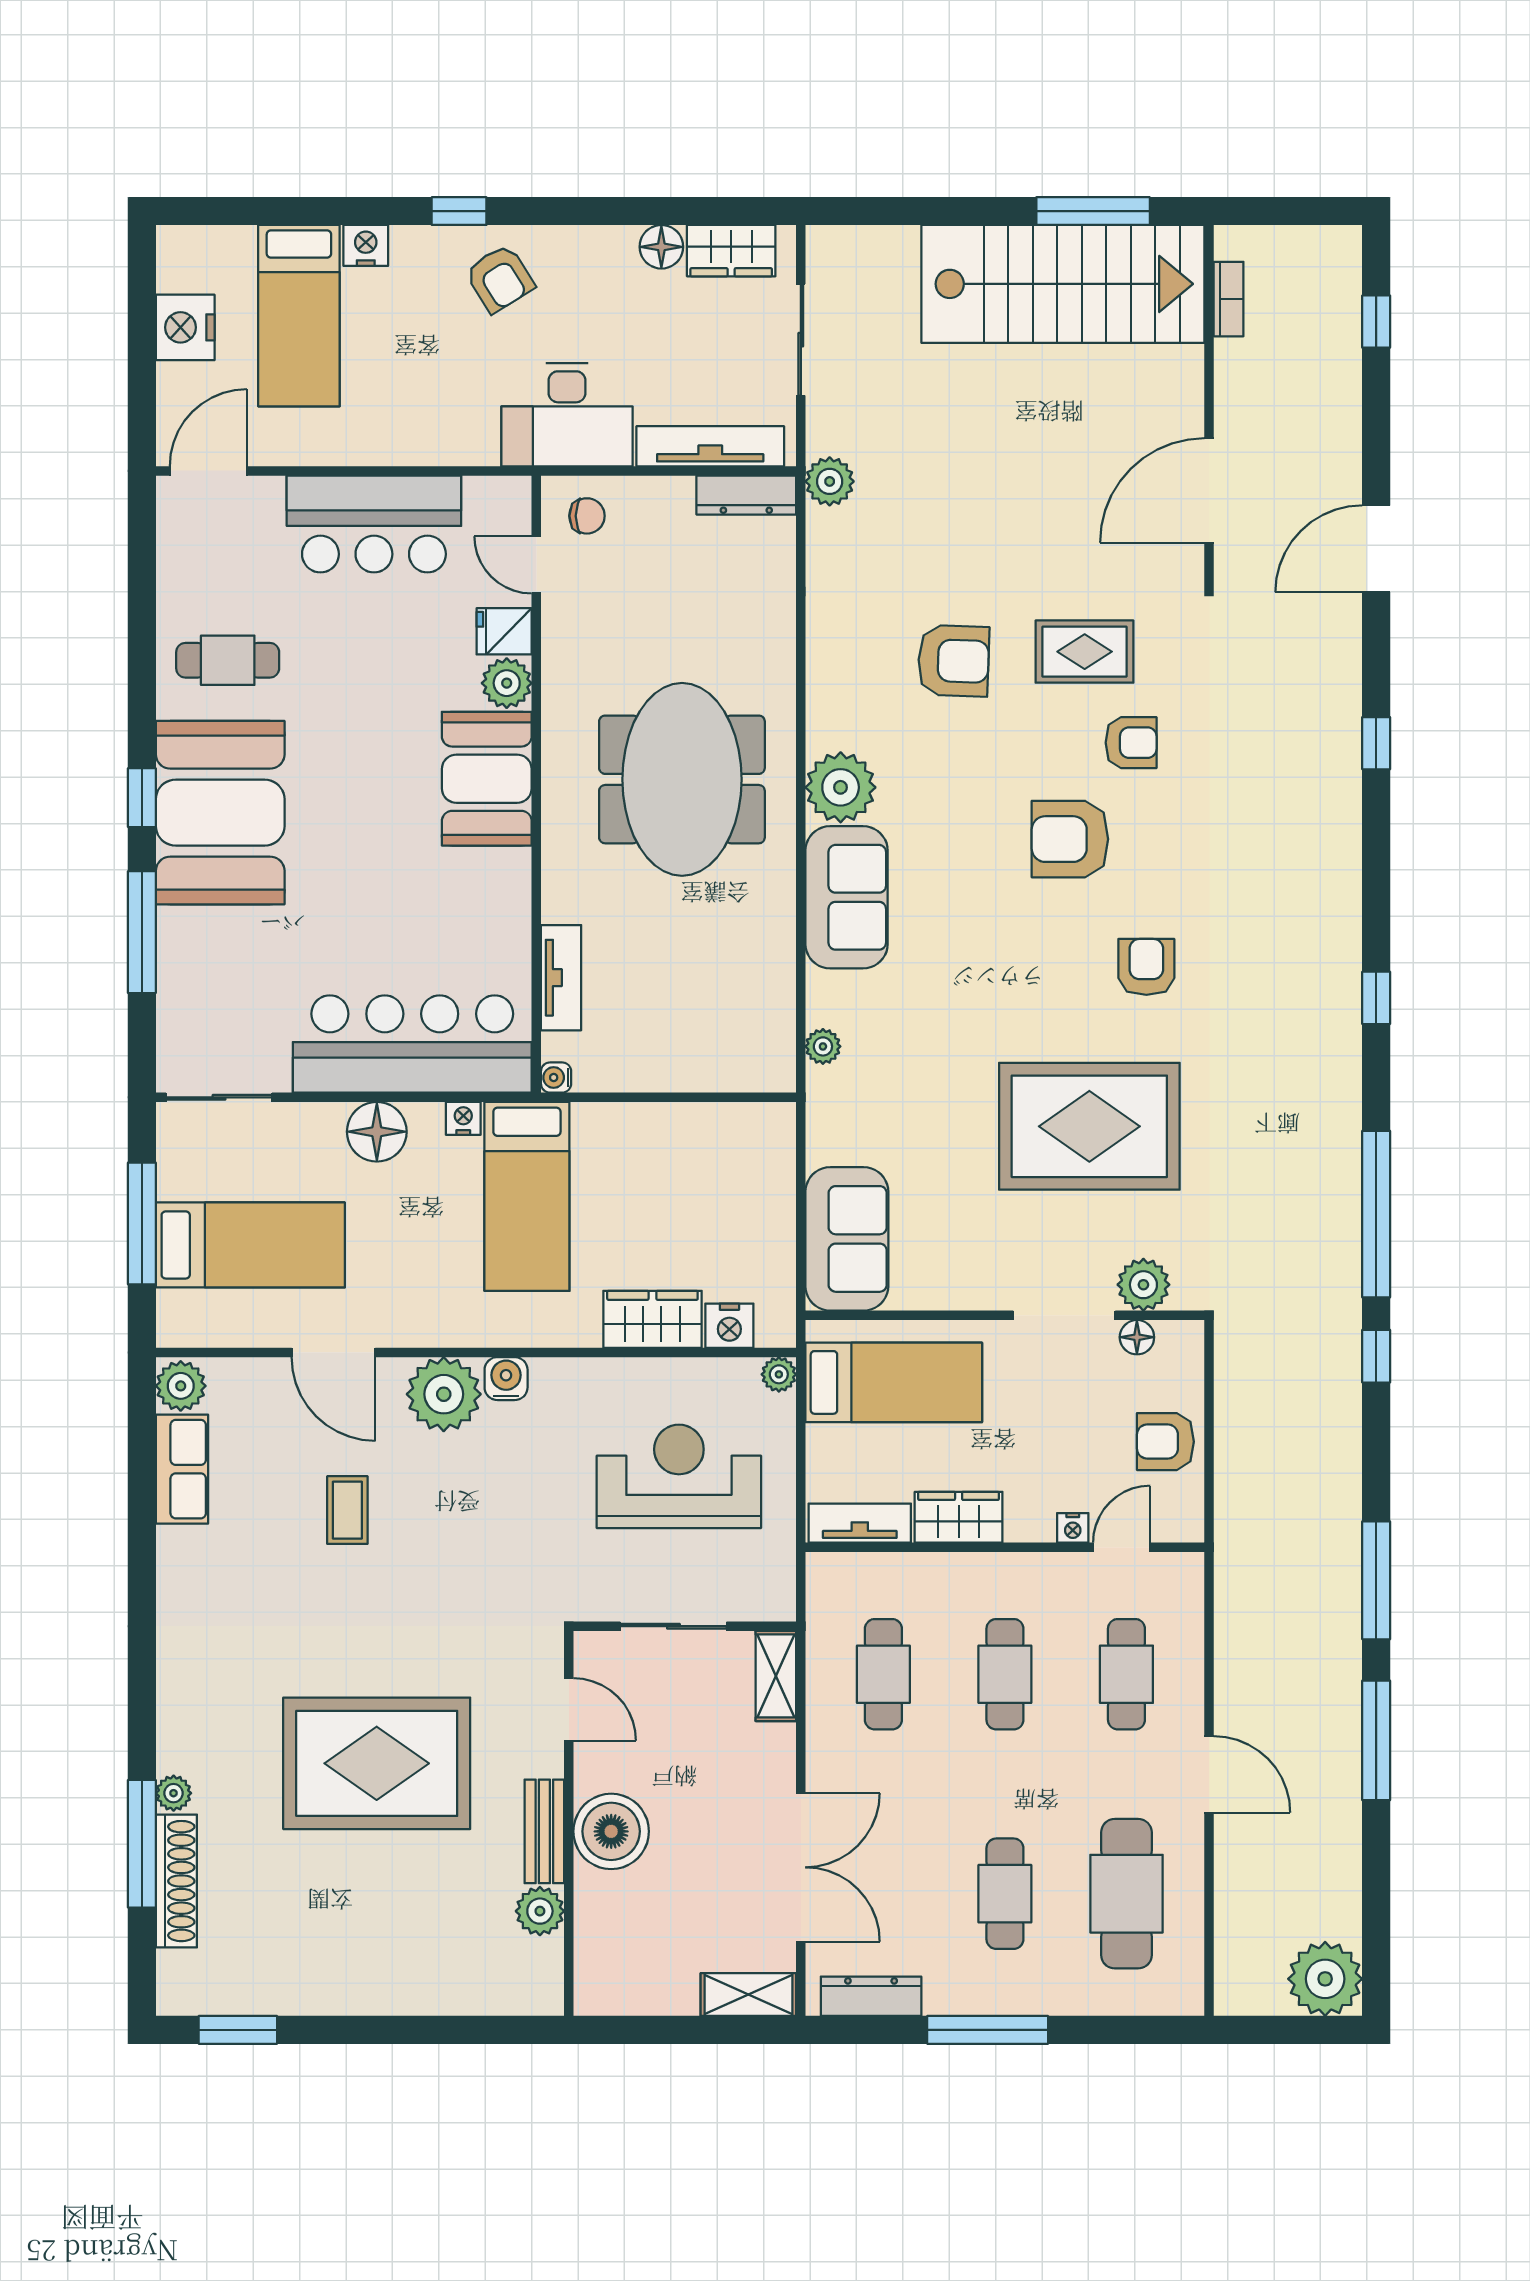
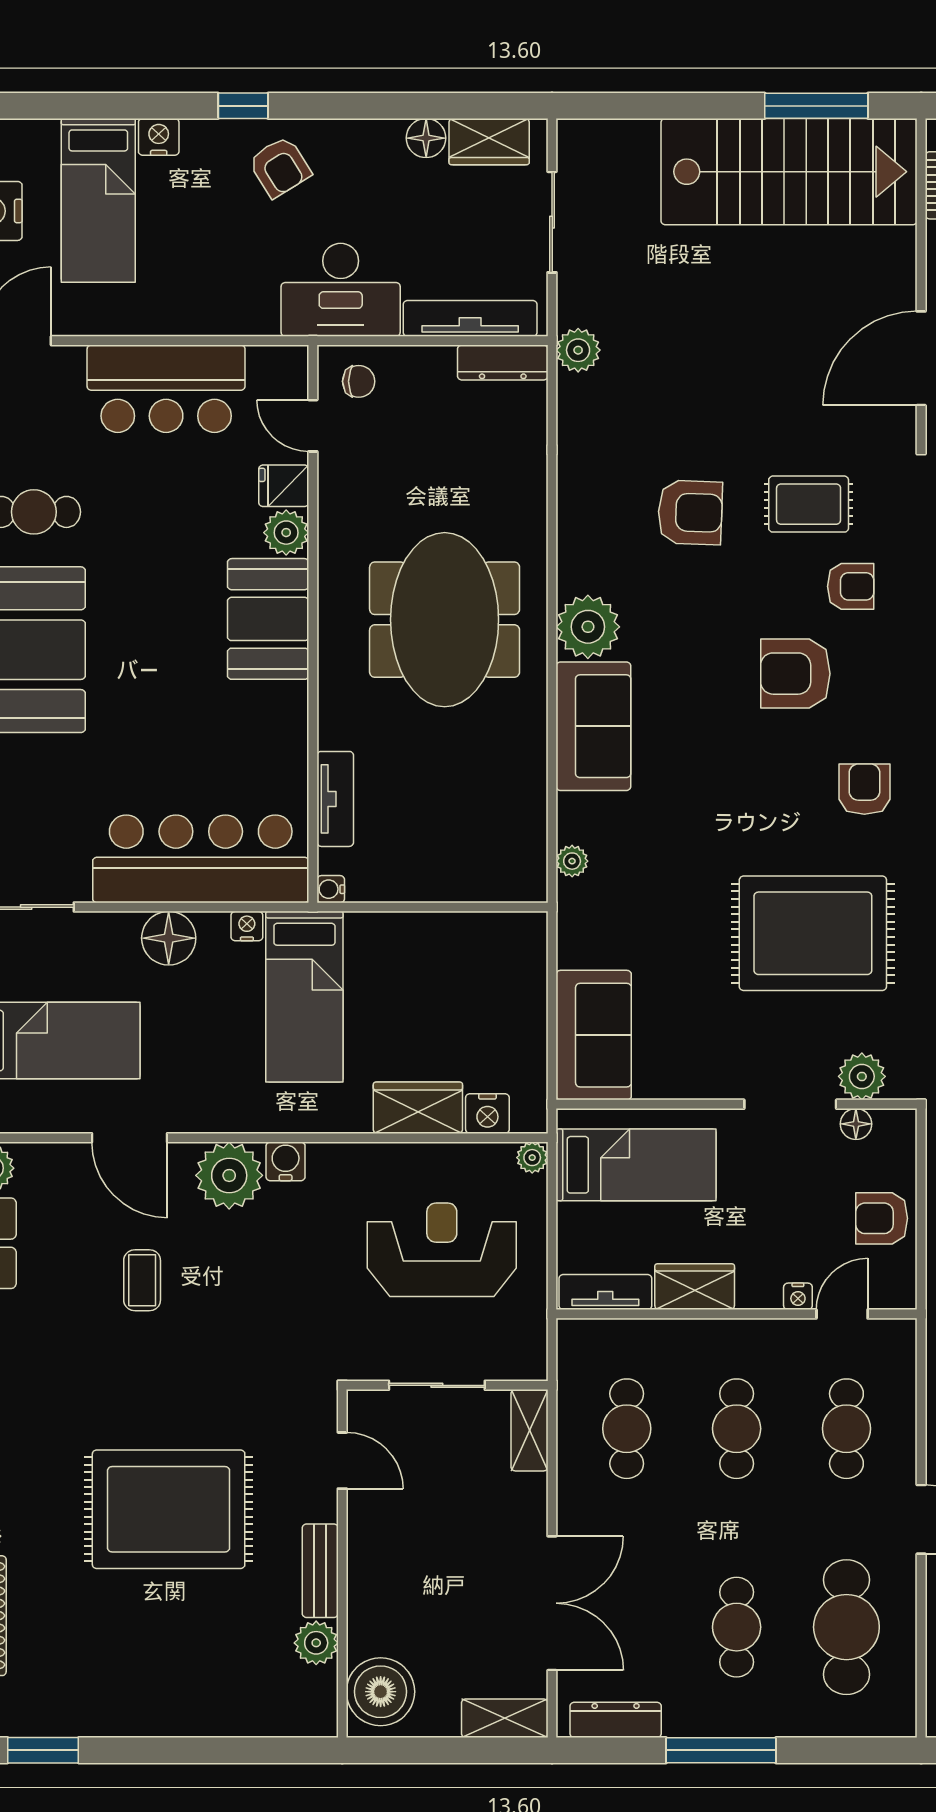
boiler: (611, 1831) -> (381, 1692), moved

